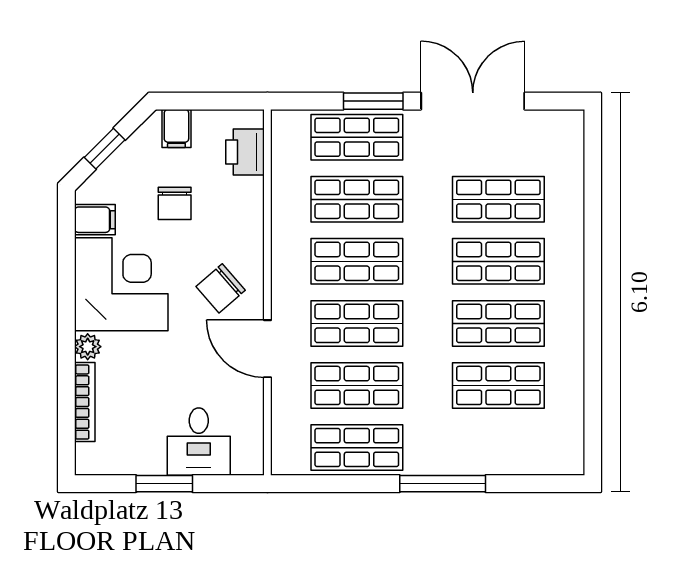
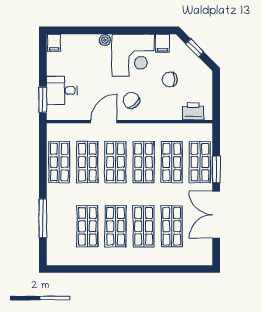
double door: (473, 101) -> (216, 215), swing flipped
filing cabinet: (176, 129) -> (54, 43), moved, turned -90
bookcase: (85, 402) -> (80, 39), removed
window: (164, 484) -> (43, 100), moved
window: (443, 484) -> (43, 218), moved

